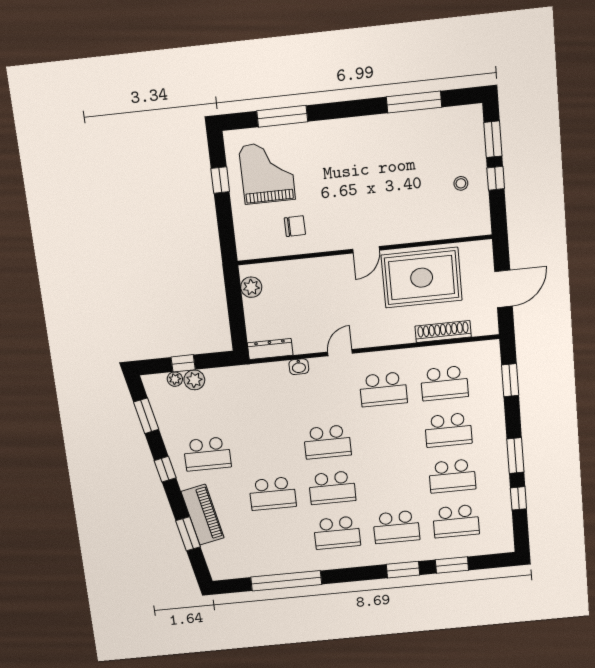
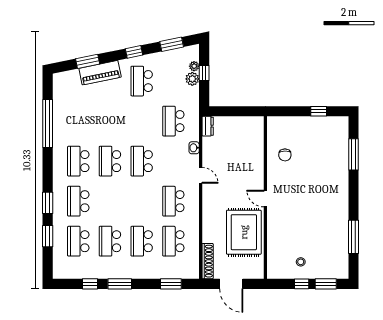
grand piano: (267, 173) -> (320, 141), removed
plant: (251, 287) -> (249, 123), removed
shoe rack: (443, 332) -> (208, 261), moved
dresser: (270, 349) -> (208, 126), width x0.70
school desk: (273, 494) -> (173, 121), moved

